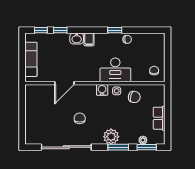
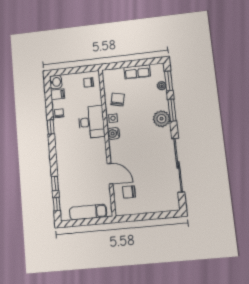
washbasin: (77, 38) -> (56, 82), moved
filing cabinet: (89, 39) -> (58, 94), moved
chair: (80, 118) -> (129, 192), moved

